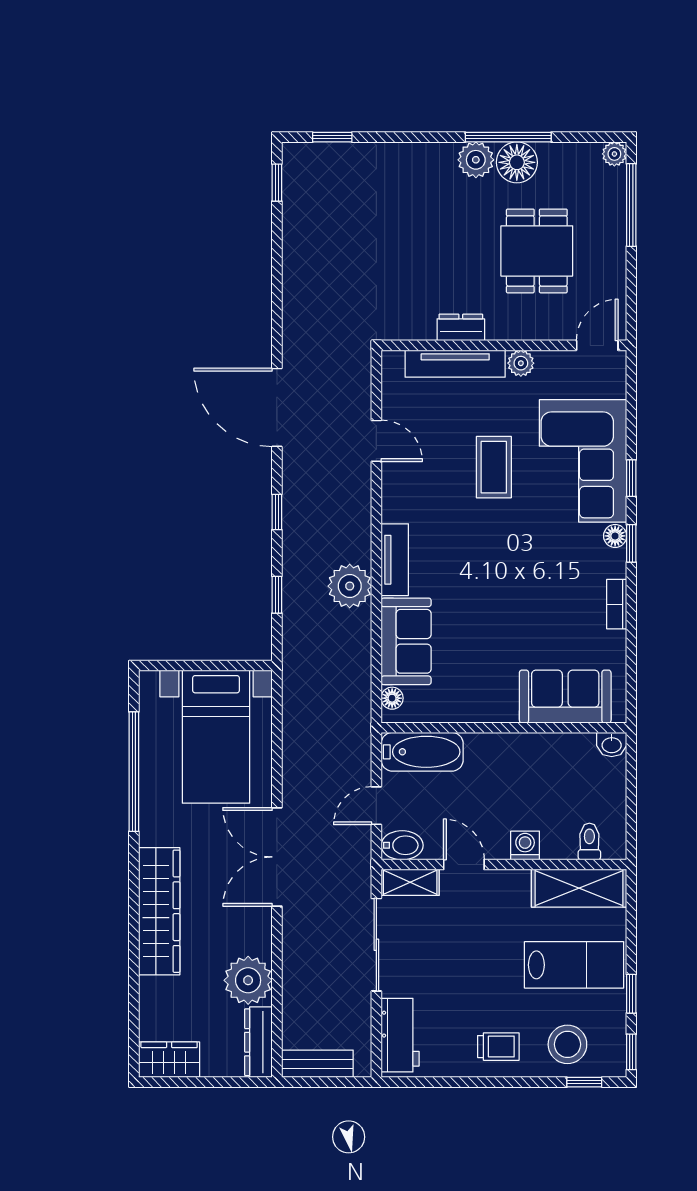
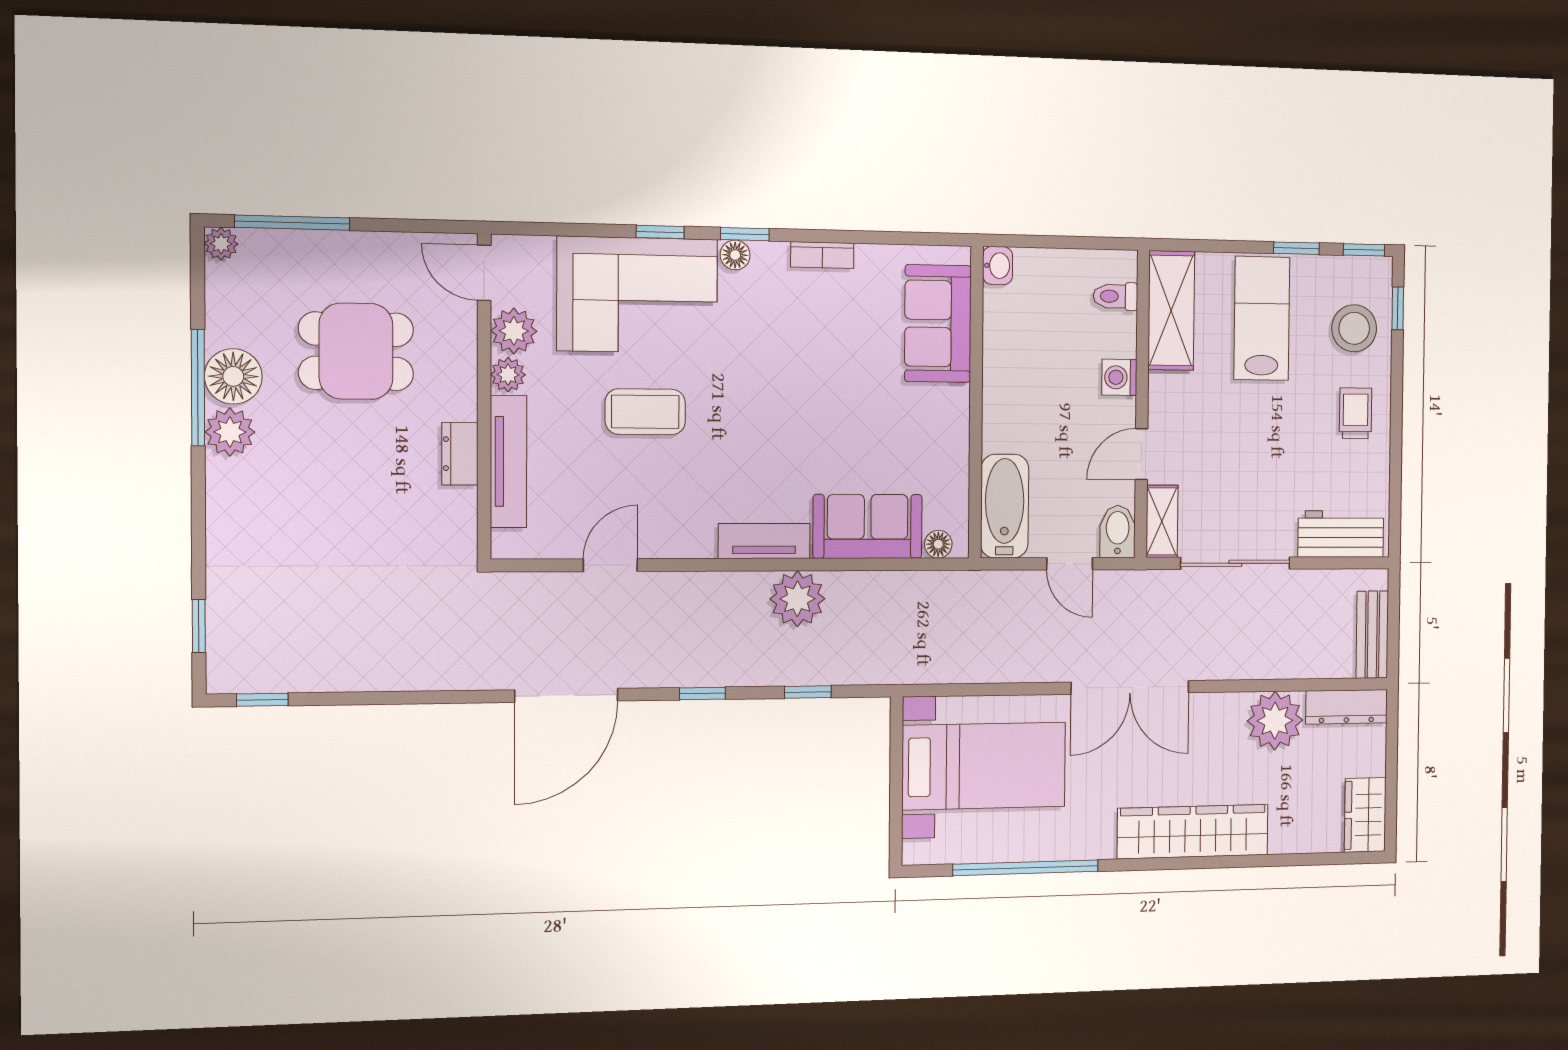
plant: (554, 367) -> (514, 331), added

